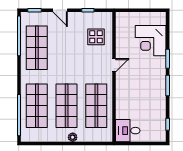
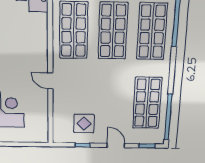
display table: (96, 37) -> (84, 124), moved
door: (114, 65) -> (50, 81), hinge flipped

